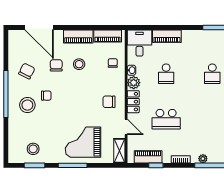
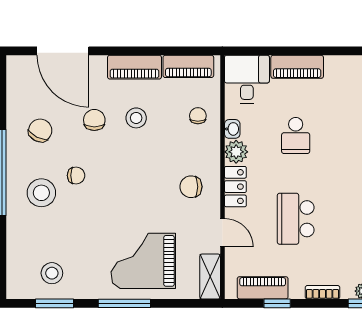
school desk: (166, 119) -> (296, 219), turned 90

